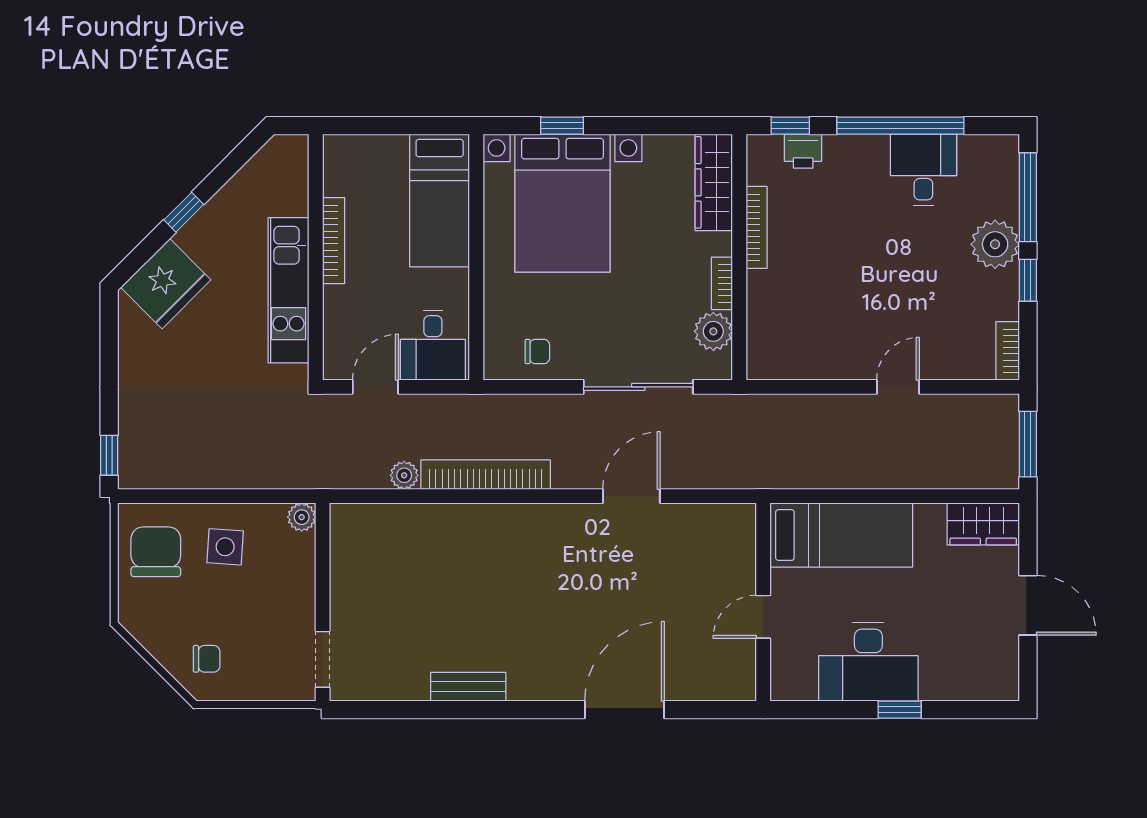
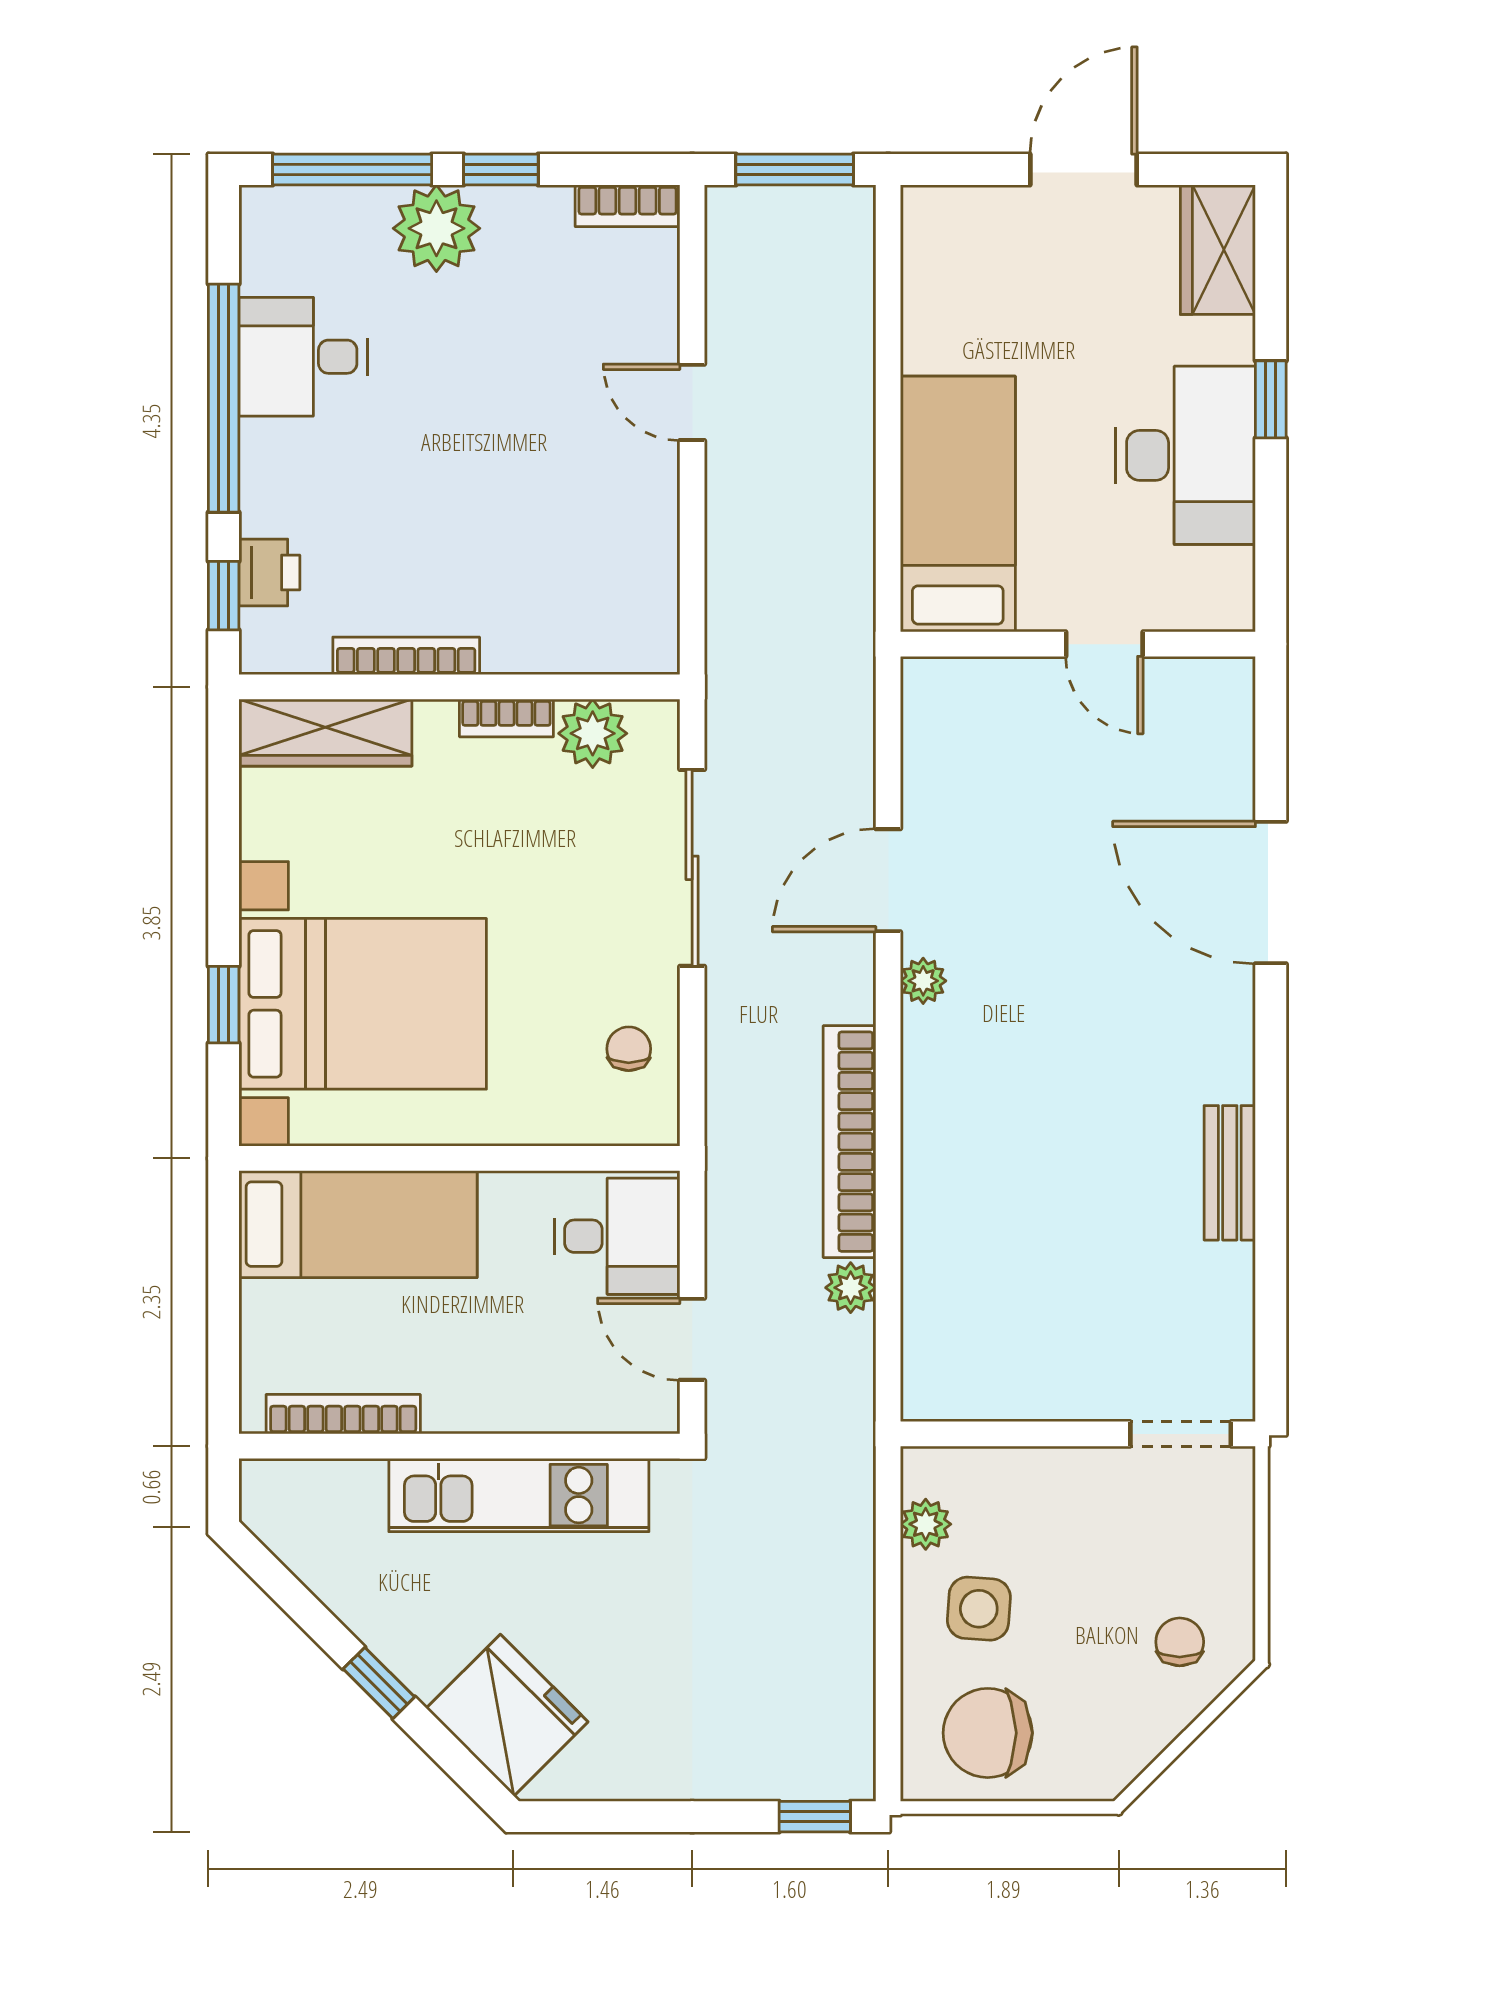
bookcase: (334, 241) -> (343, 1414), moved
door: (631, 496) -> (888, 880), hinge flipped
plant: (575, 516) -> (923, 981), added
plant: (302, 517) -> (926, 1524), moved
wardrobe: (983, 524) -> (1218, 250), moved, turned 180

